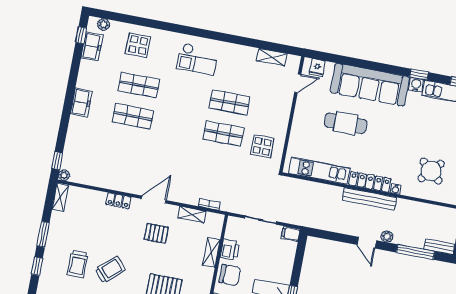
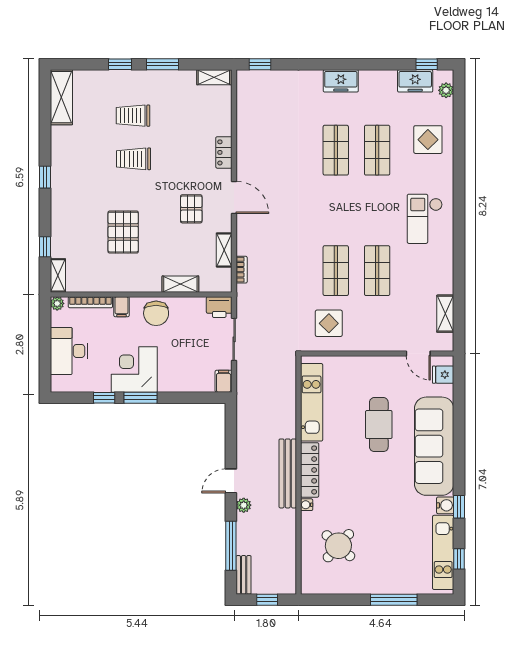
plant: (64, 175) -> (243, 76), removed
printer: (230, 250) -> (219, 307), moved
trolley: (110, 270) -> (134, 159), turned 132

